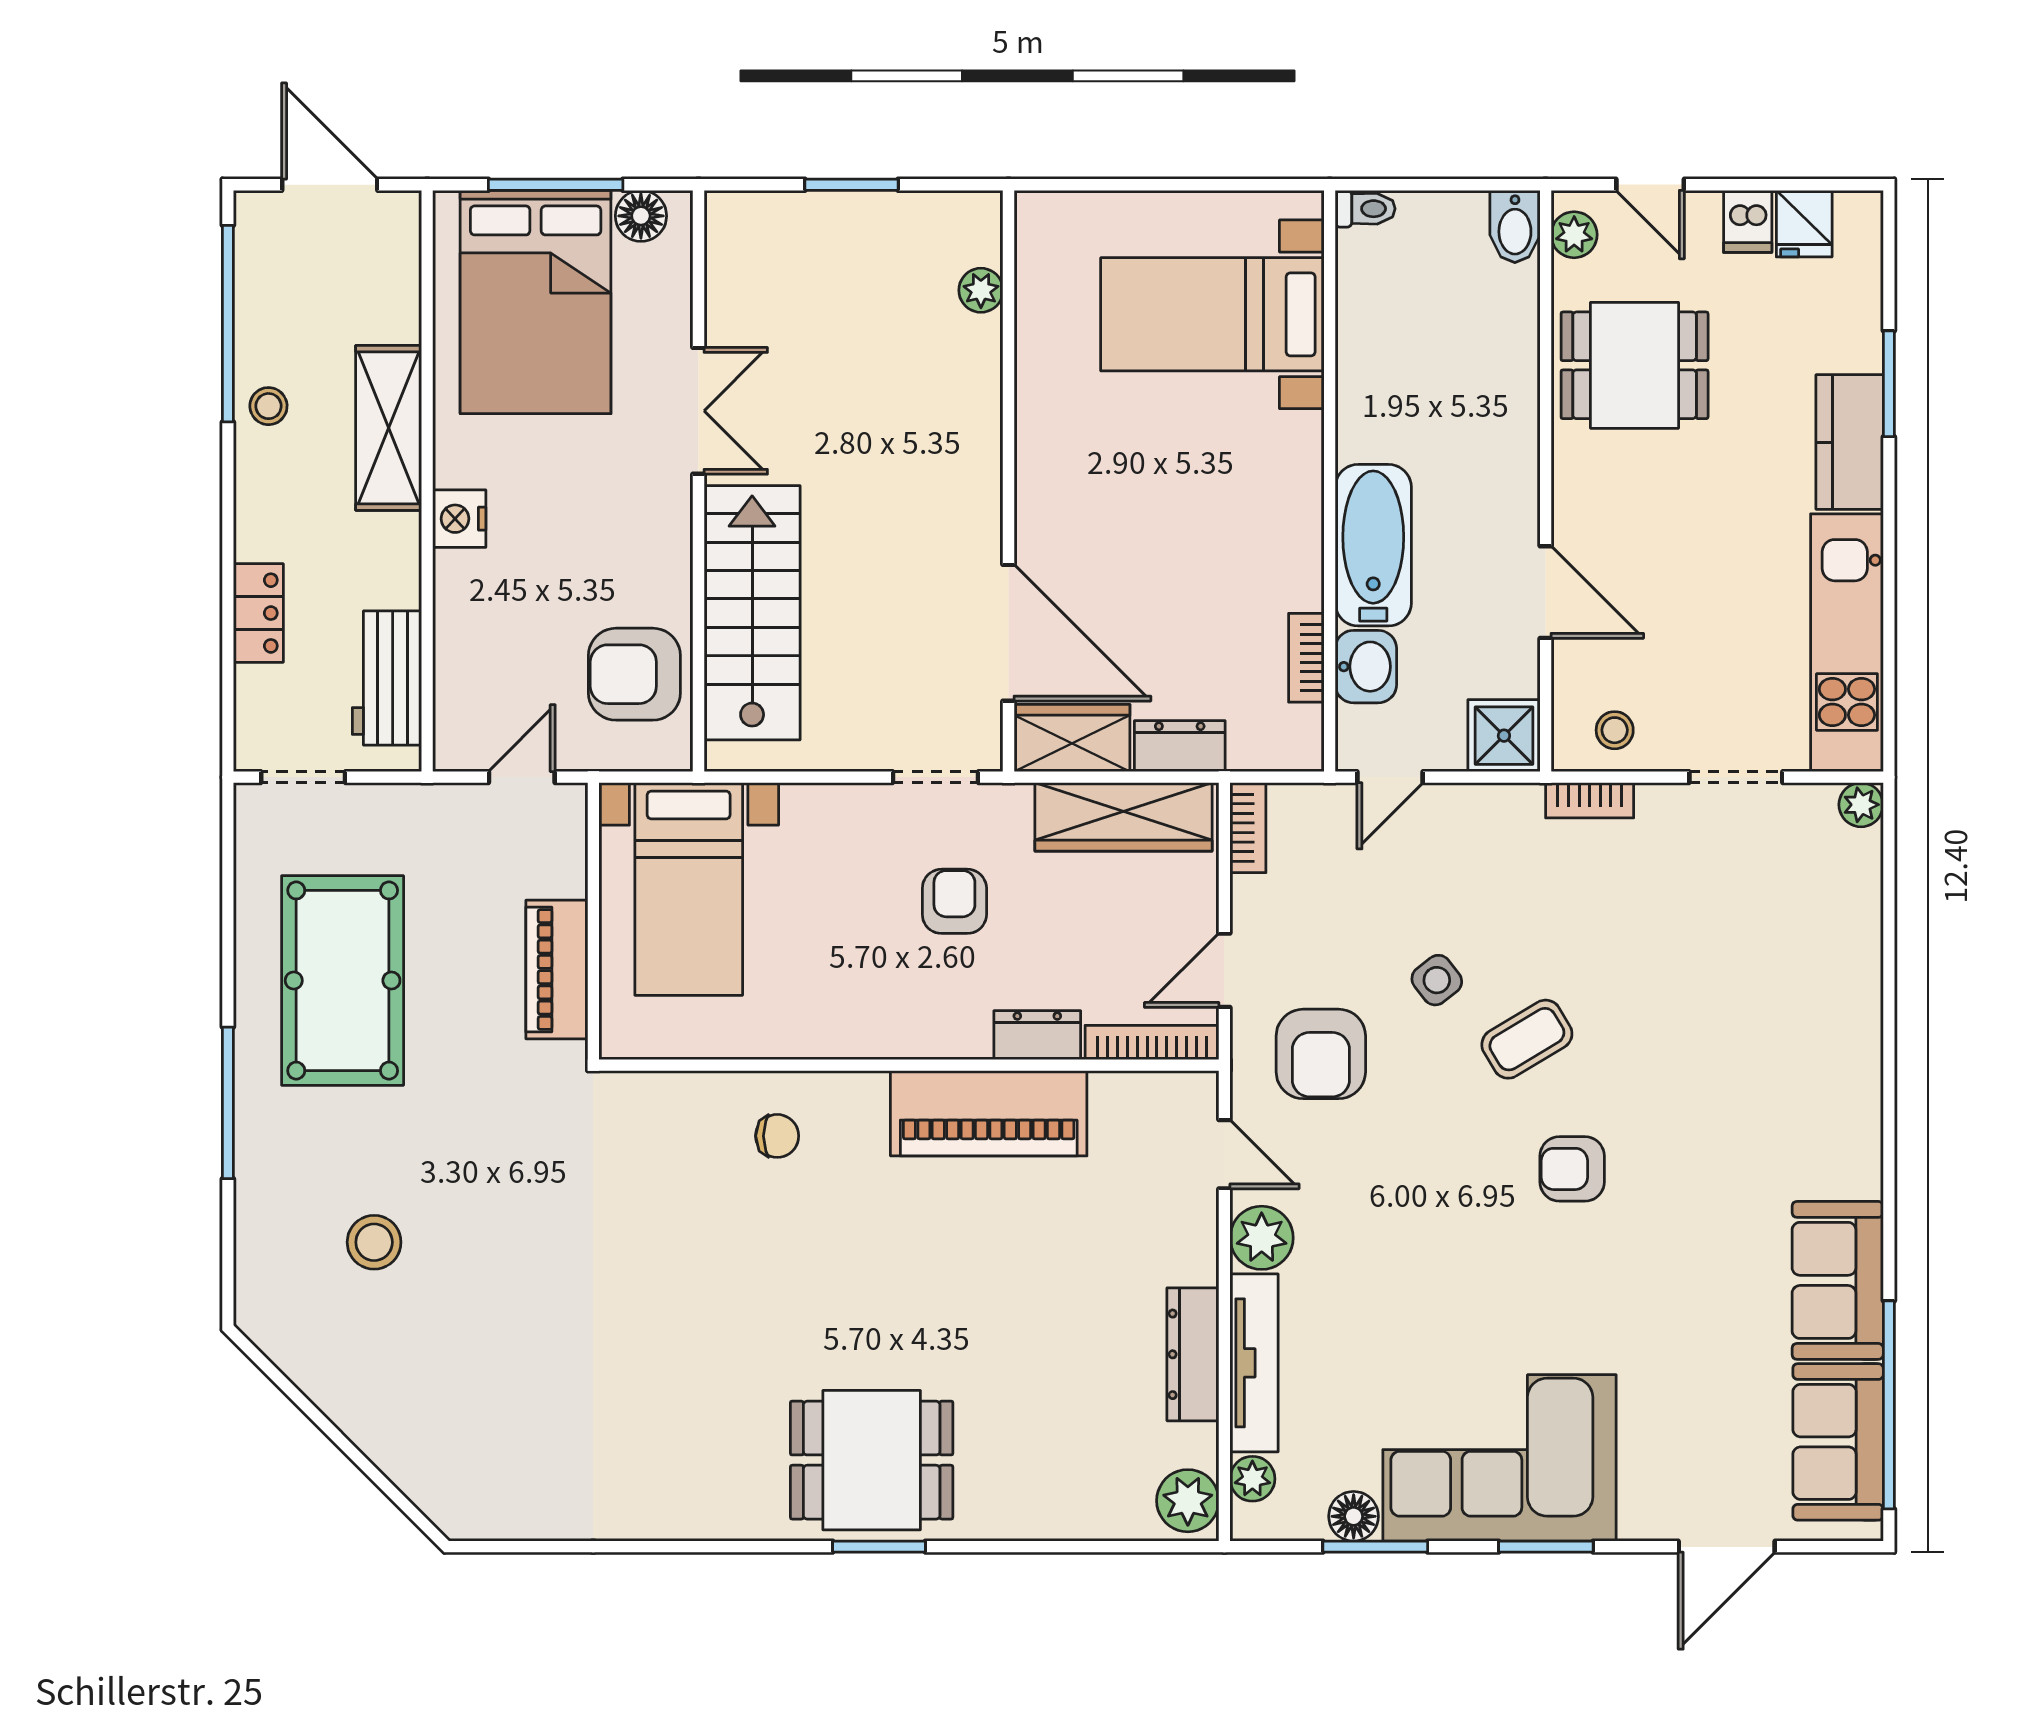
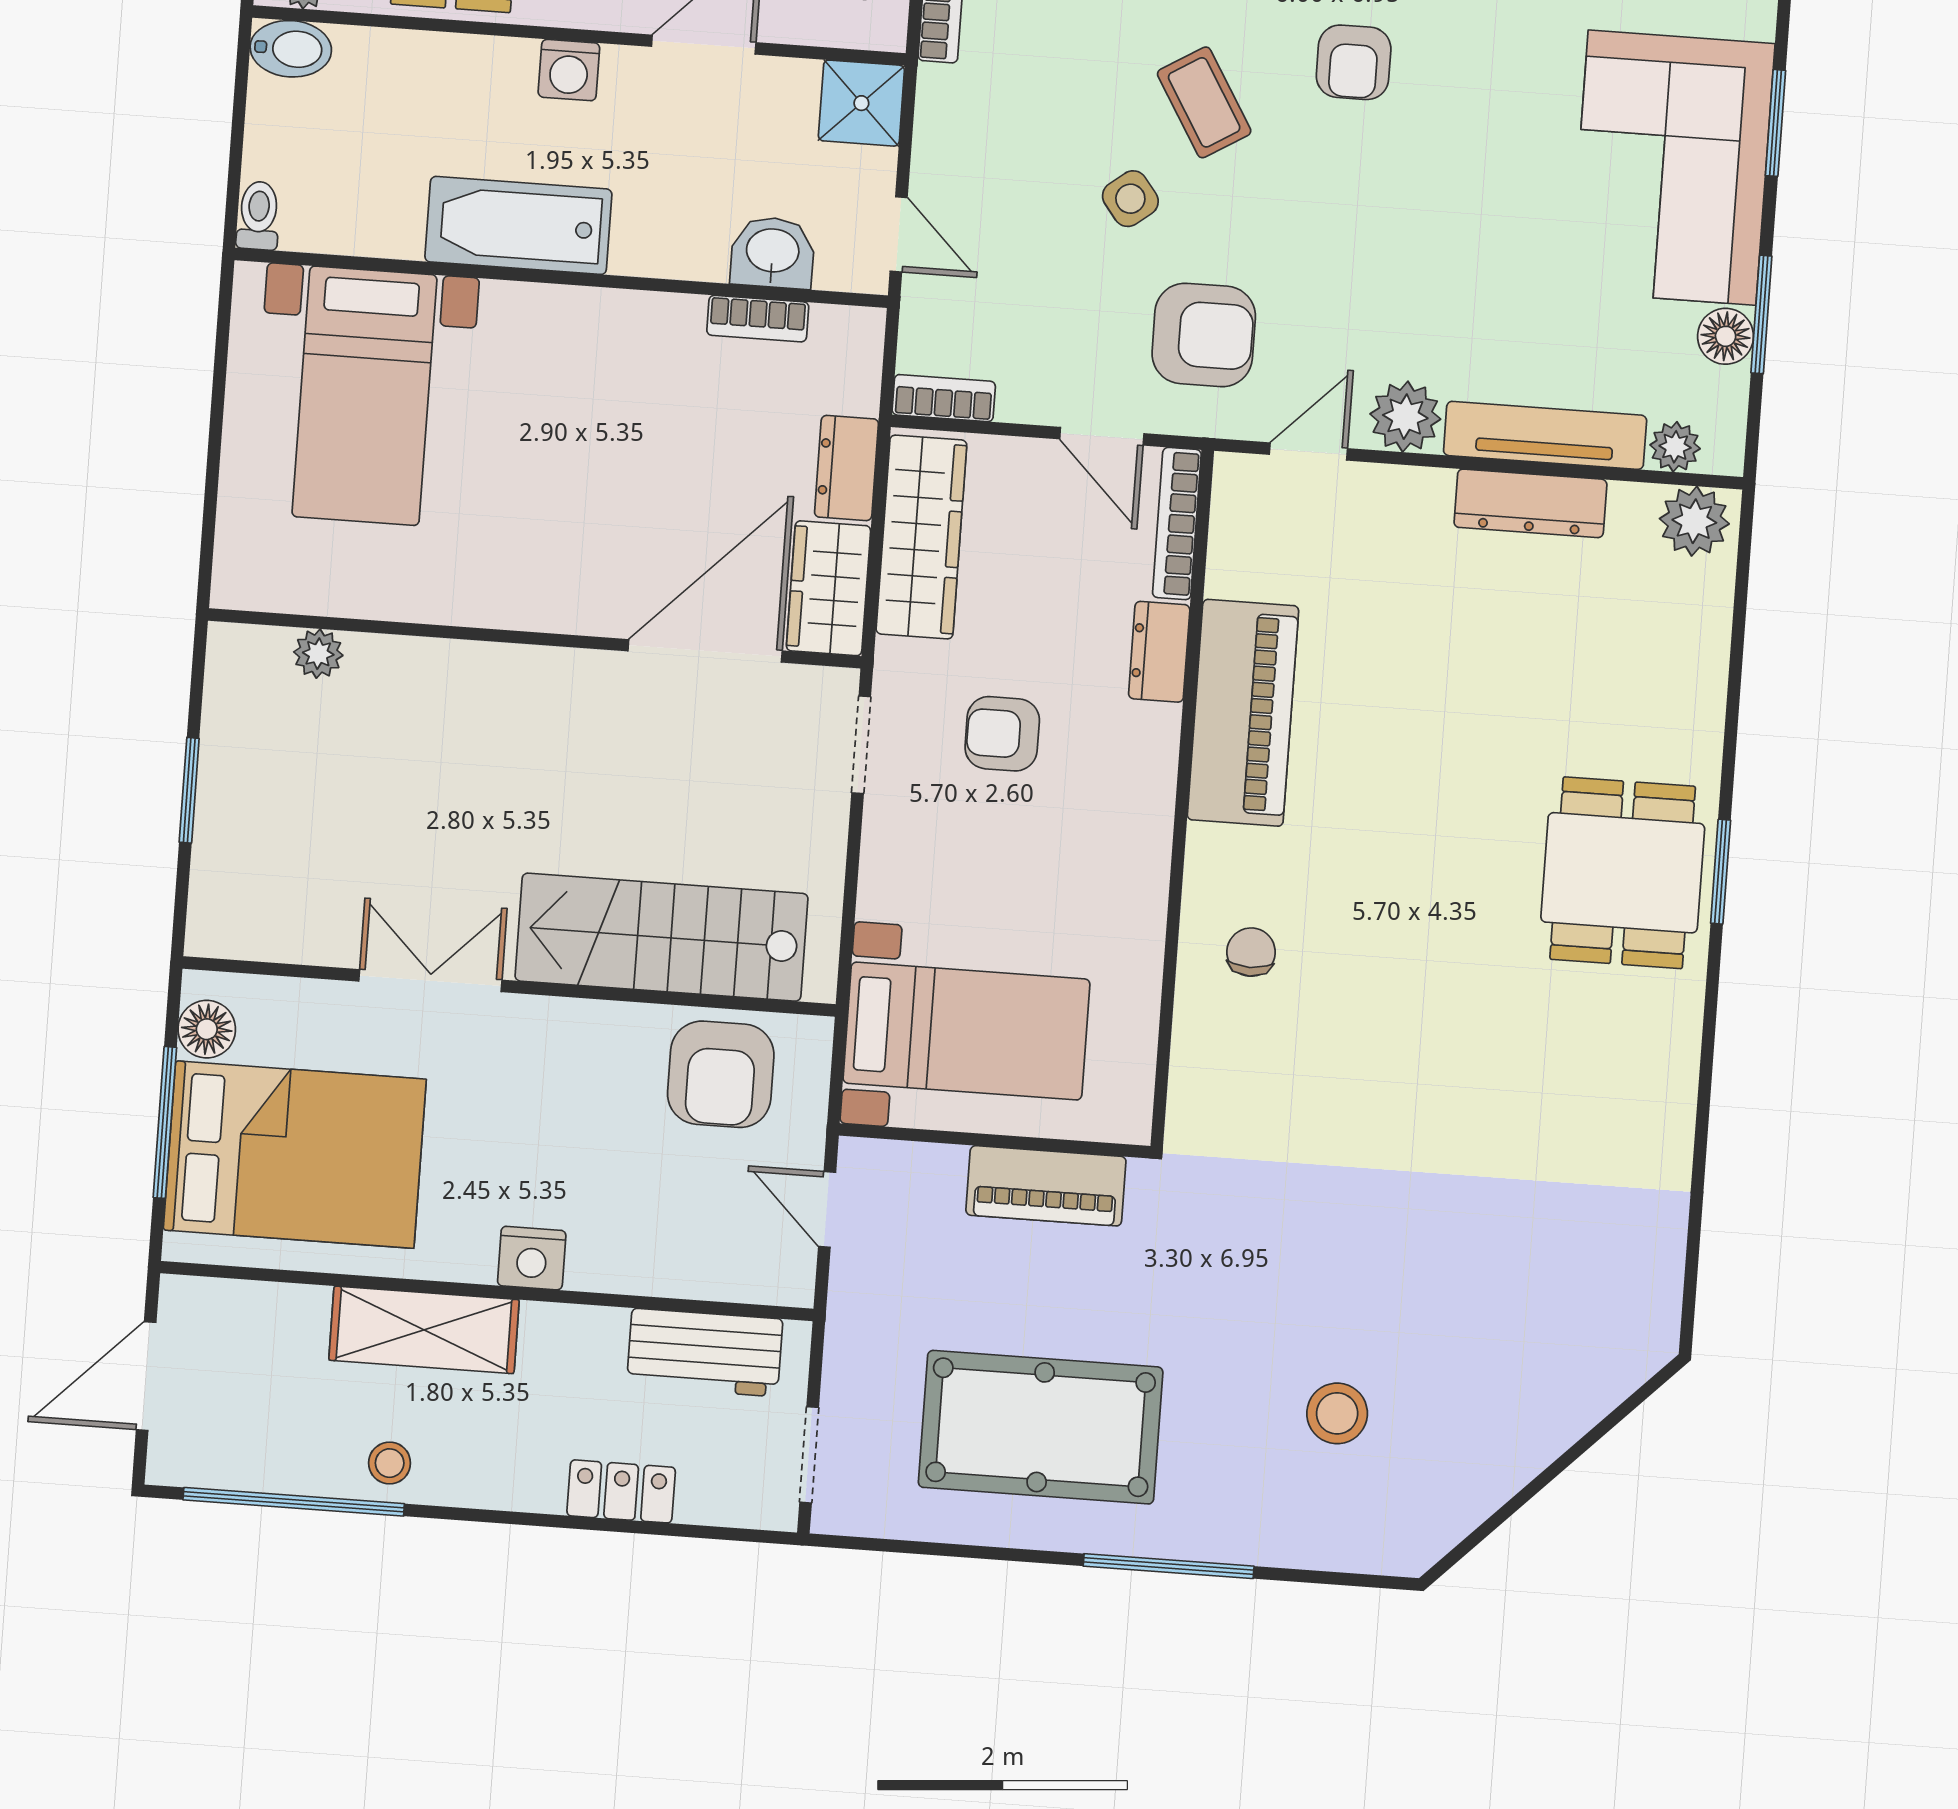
washing machine: (1514, 474) -> (569, 70), added
bathtub: (1373, 545) -> (518, 225), moved

